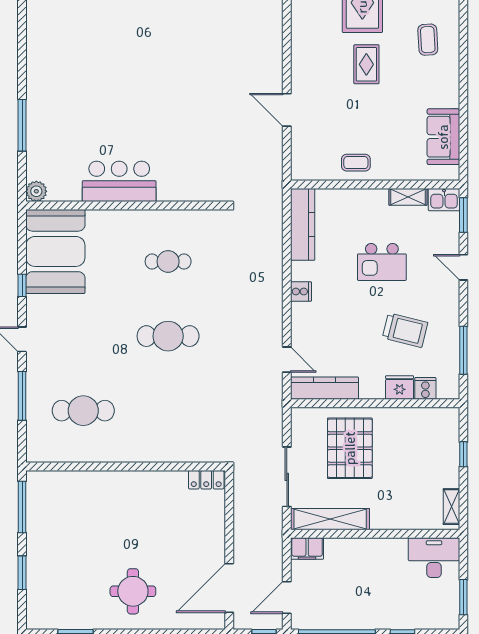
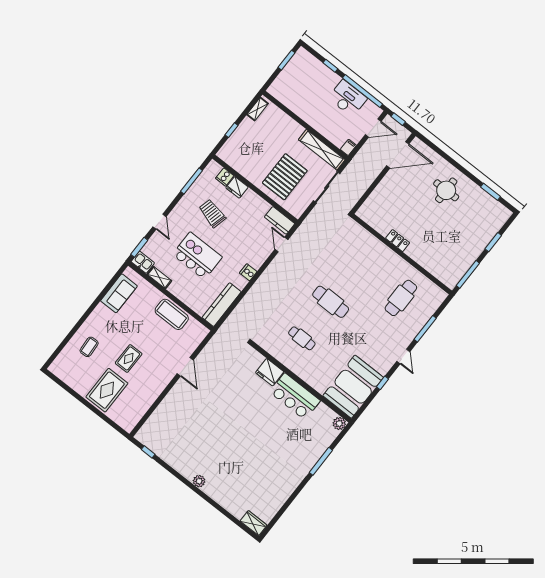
coffee table: (356, 163) -> (172, 314), width x1.86, depth x1.72
fridge: (175, 187) -> (270, 372), added
kitchen island: (382, 262) -> (197, 256), width x1.37, depth x1.28
kitchen counter: (325, 388) -> (280, 220), width x0.67
cafe table: (83, 411) -> (401, 298), turned 90
locker: (206, 480) -> (398, 241), moved
filing cabinet: (307, 548) -> (348, 147), width x0.50
desk: (434, 558) -> (348, 98), moved, turned 180

